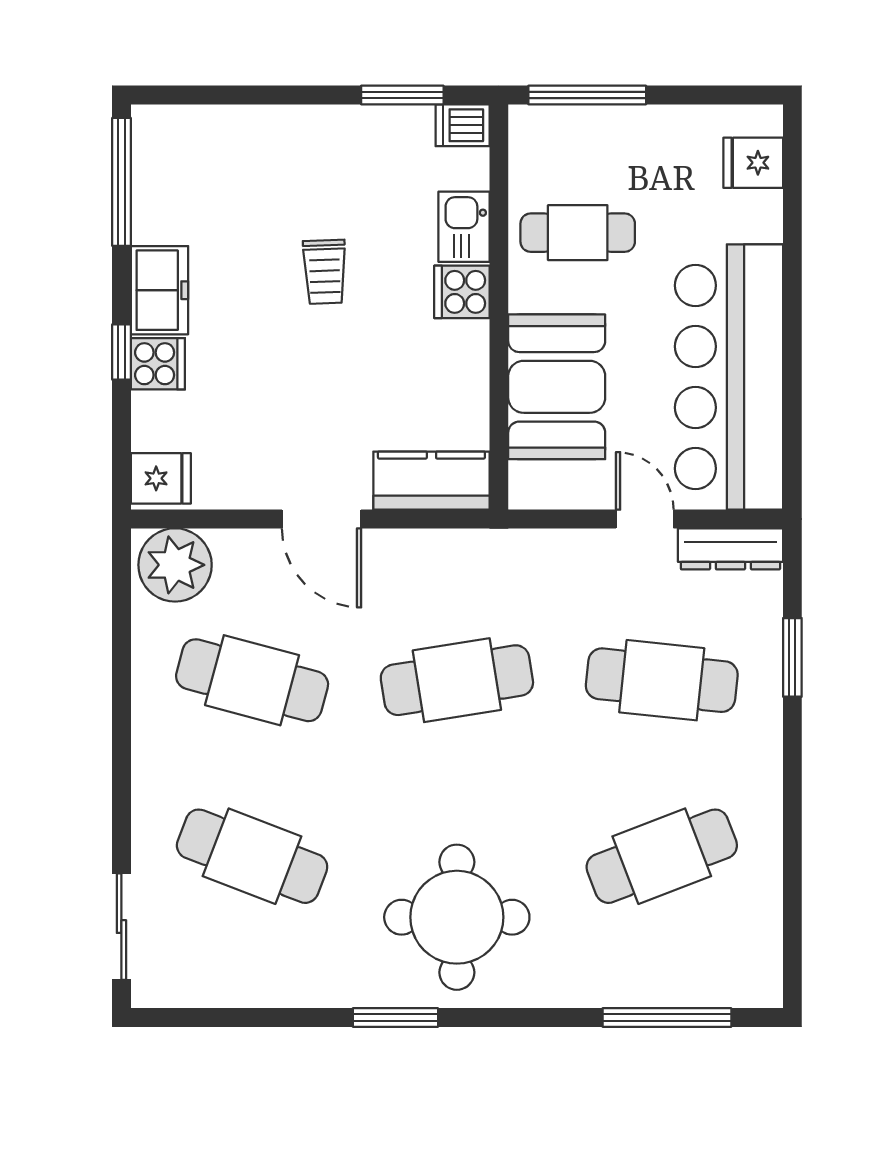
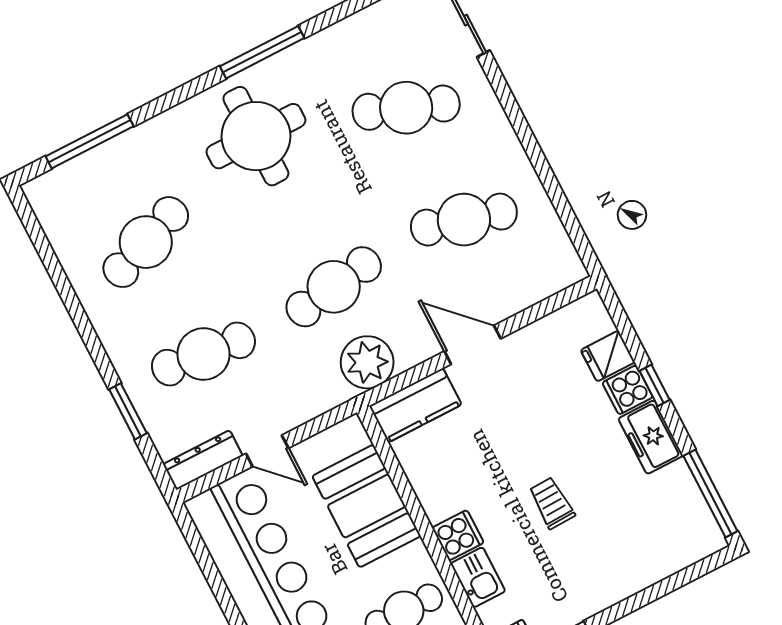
fridge: (161, 478) -> (608, 356), moved
plant: (175, 565) -> (367, 362), moved
window: (395, 1017) -> (262, 52), width x1.44

